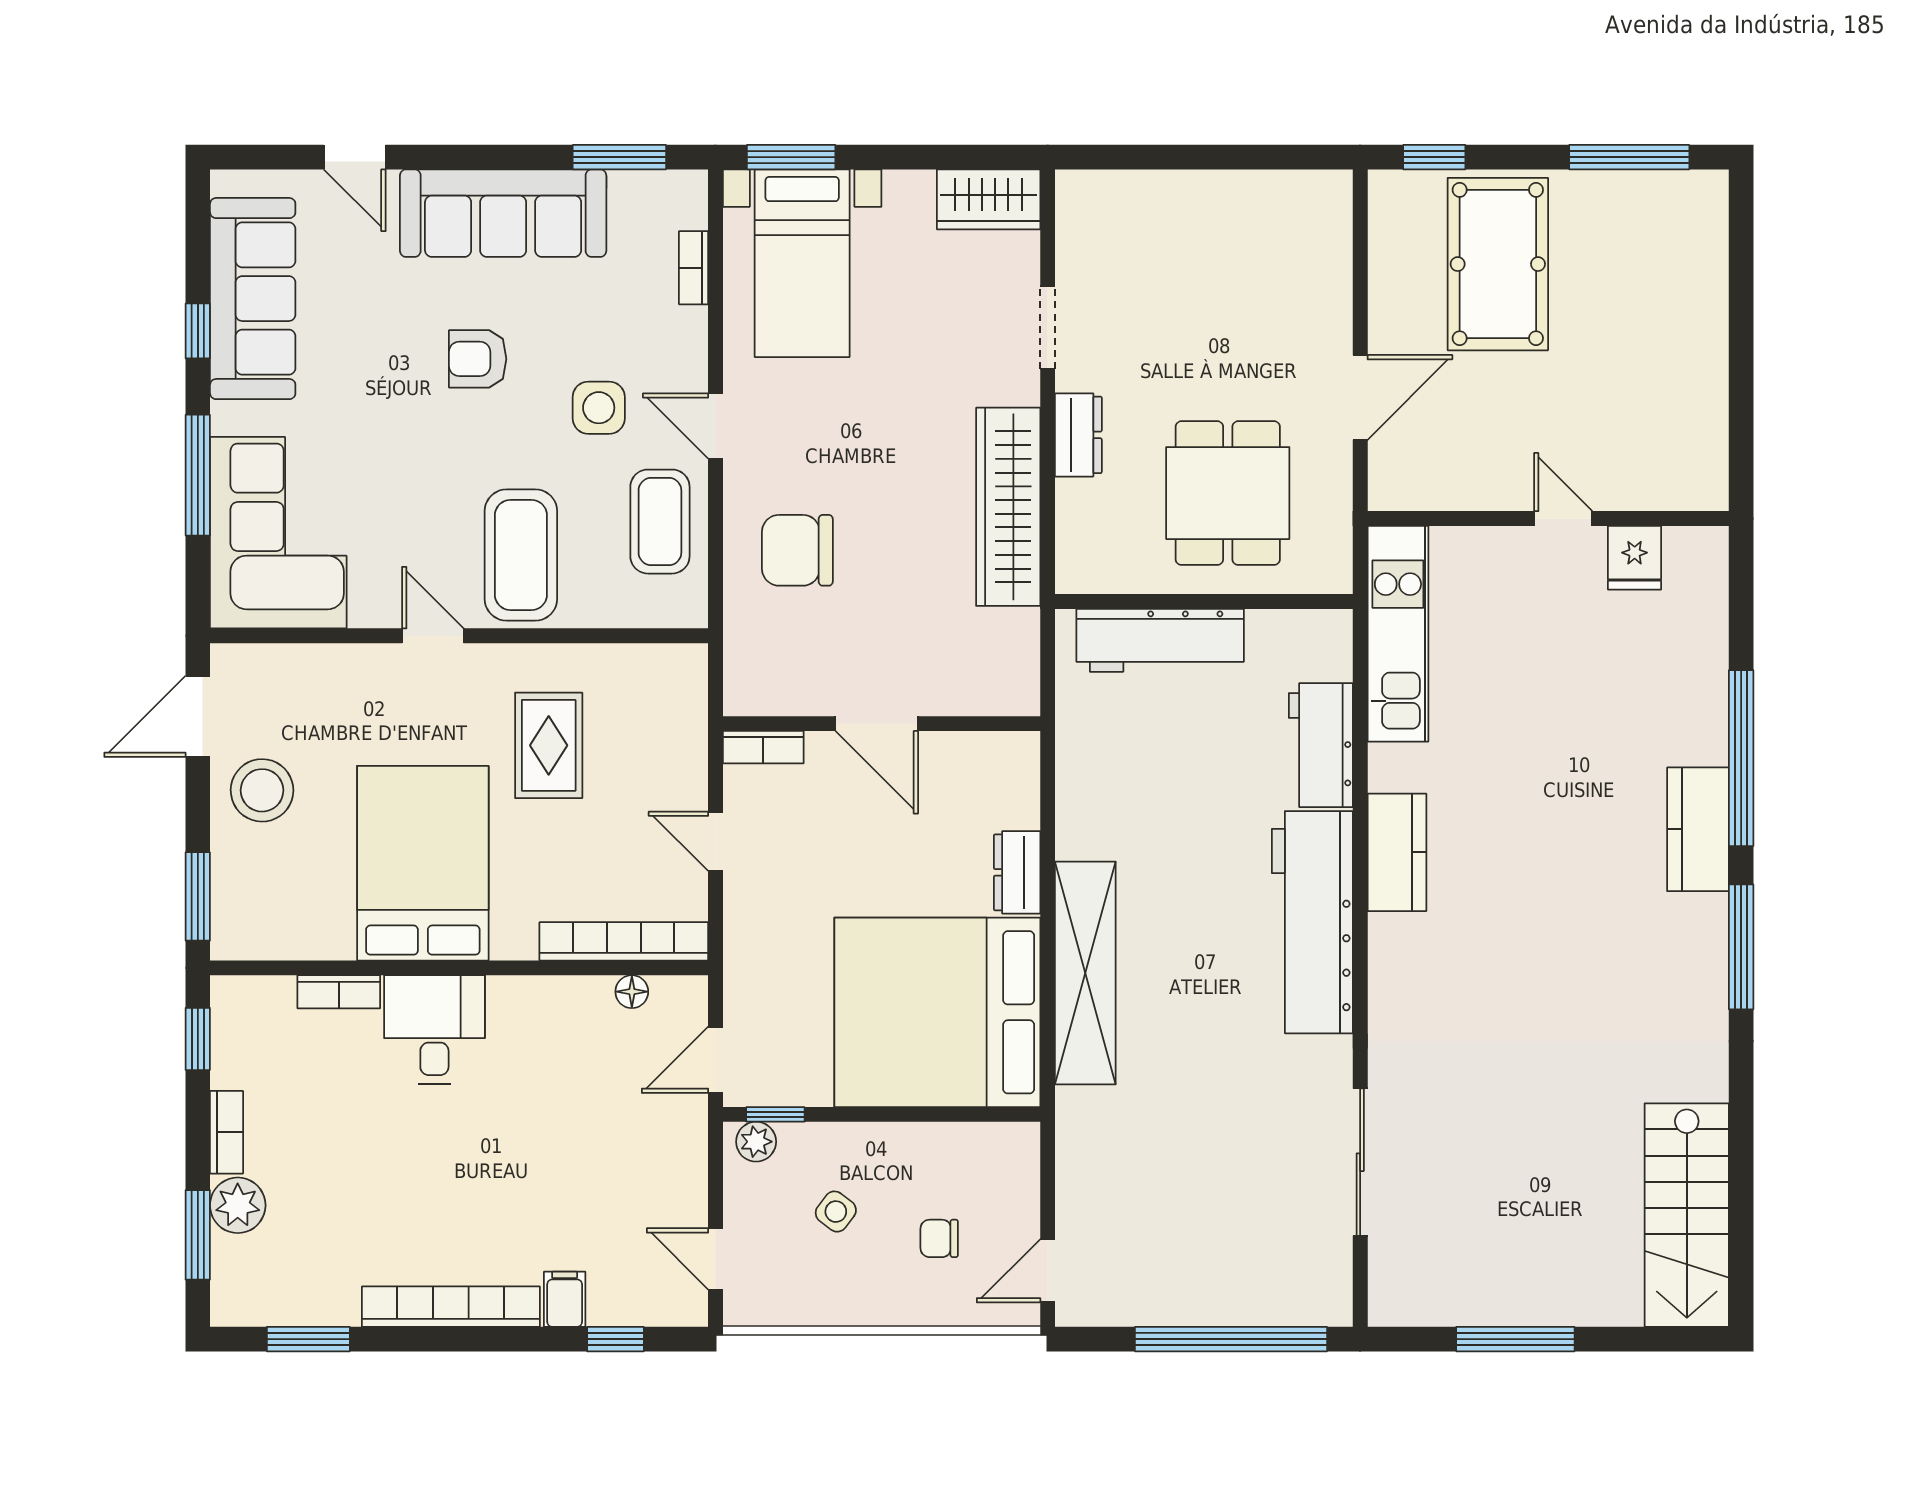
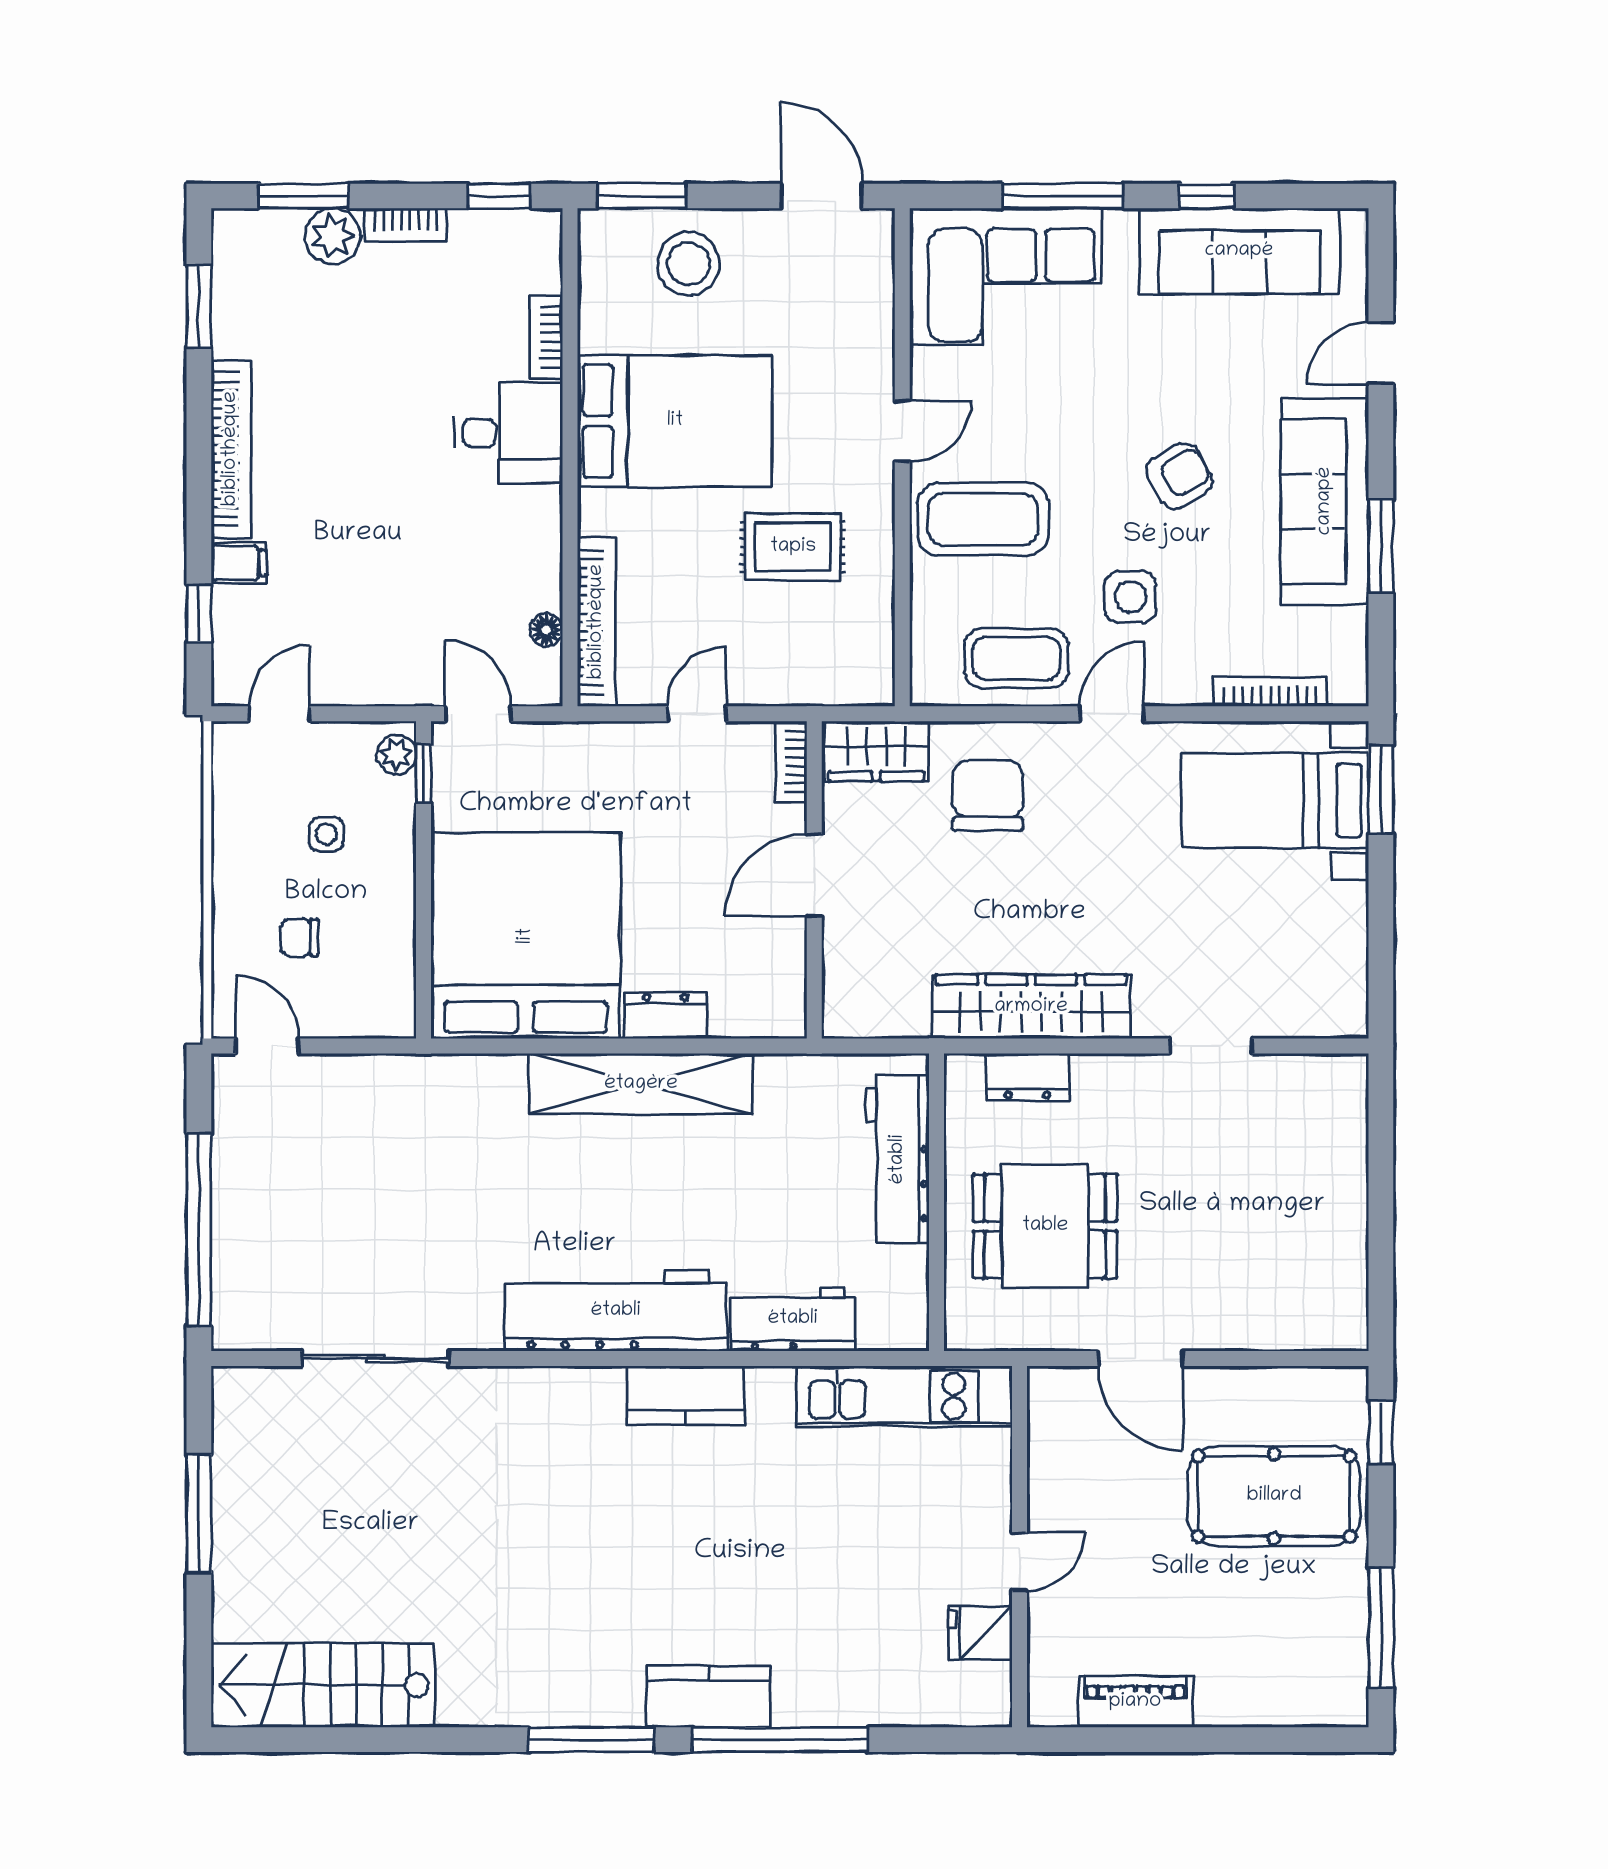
window: (619, 157) -> (1381, 546), moved
wardrobe: (989, 199) -> (876, 751), moved, turned -90
bookcase: (694, 268) -> (1270, 692), width x1.56
armchair: (478, 359) -> (1179, 476), turned 60
piano: (1703, 403) -> (1135, 1702), added
dresser: (1078, 435) -> (1027, 1077), moved
stool: (262, 790) -> (688, 264), moved
shelving: (1085, 973) -> (641, 1084), moved
side table: (836, 1212) -> (326, 834), turned -37
chair: (939, 1238) -> (300, 938), turned -90

